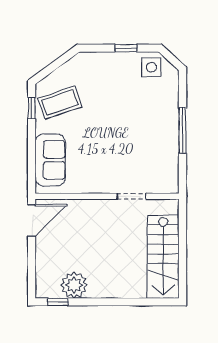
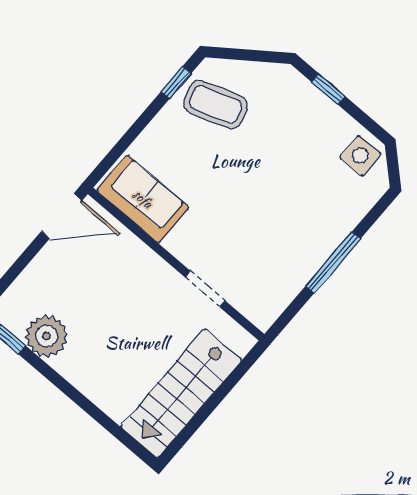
window: (126, 48) -> (328, 89), moved
sofa: (50, 160) -> (143, 199), moved, turned -90

